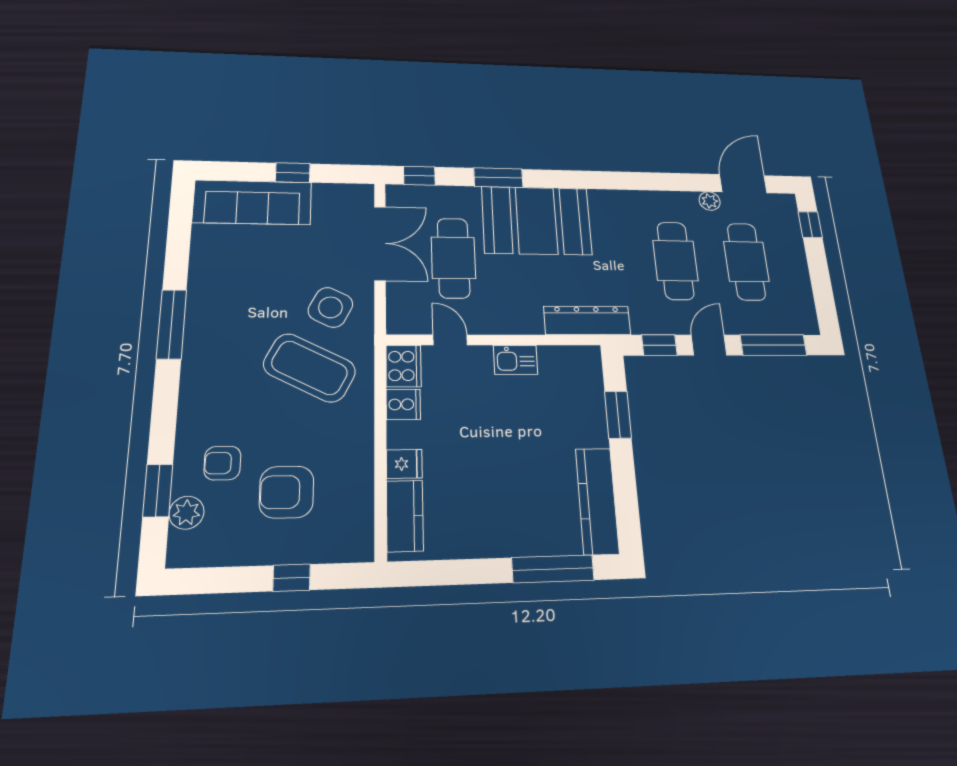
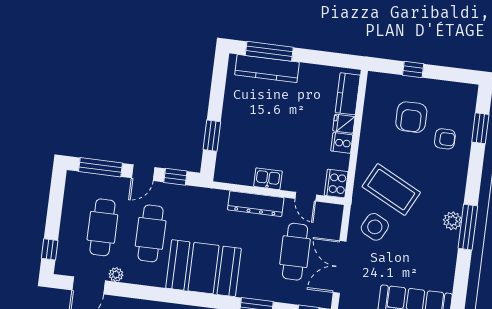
booth: (536, 221) -> (203, 268), moved
dresser: (587, 320) -> (256, 204), moved
cooker: (403, 404) -> (342, 143), moved
armchair: (287, 492) -> (411, 117), turned 90
kitchen counter: (597, 501) -> (267, 69), moved, turned 90
plant: (187, 513) -> (452, 221), moved

